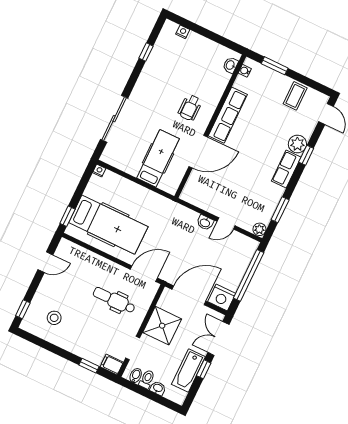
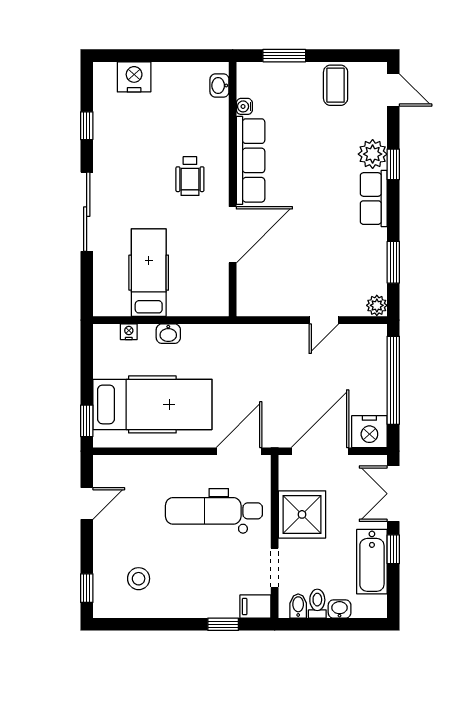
nightstand: (183, 32) -> (134, 77), width x1.89, depth x1.79
water cooler: (245, 71) -> (244, 106), moved
sliding door: (114, 119) -> (87, 212), moved
hospital bed: (158, 158) -> (149, 273), moved
nightstand: (99, 171) -> (129, 332), moved
washbasin: (205, 223) -> (168, 334), moved
dental chair: (114, 300) -> (214, 511), width x1.36, depth x1.38

